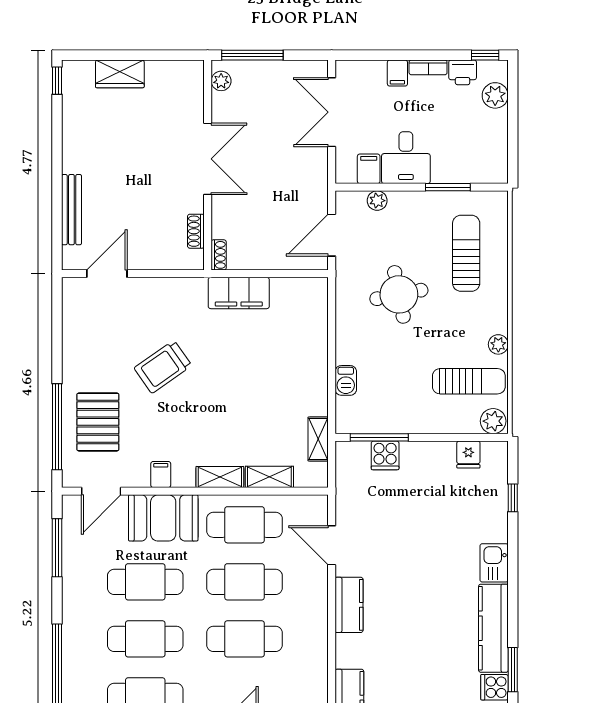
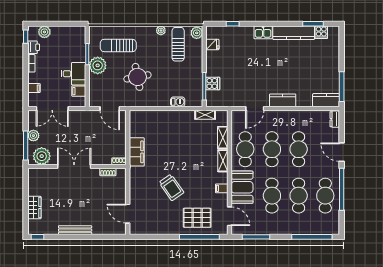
plant: (274, 72) -> (33, 136), added
filing cabinet: (397, 73) -> (34, 88), moved
plant: (221, 81) -> (42, 156), width x1.88, depth x1.88
plant: (377, 201) -> (98, 65), moved, width x1.87, depth x1.87
bench: (71, 210) -> (75, 230), moved

